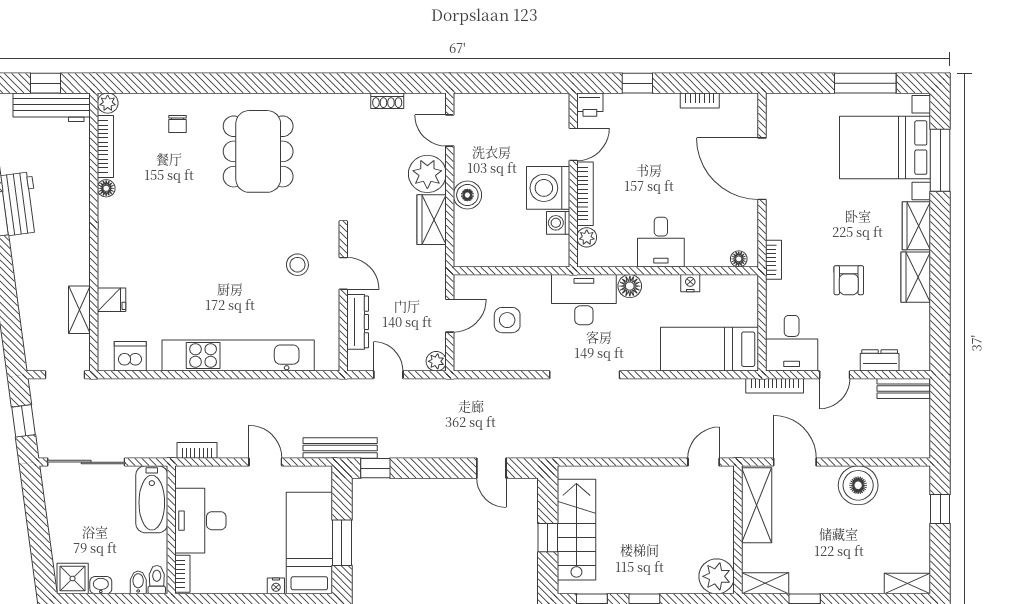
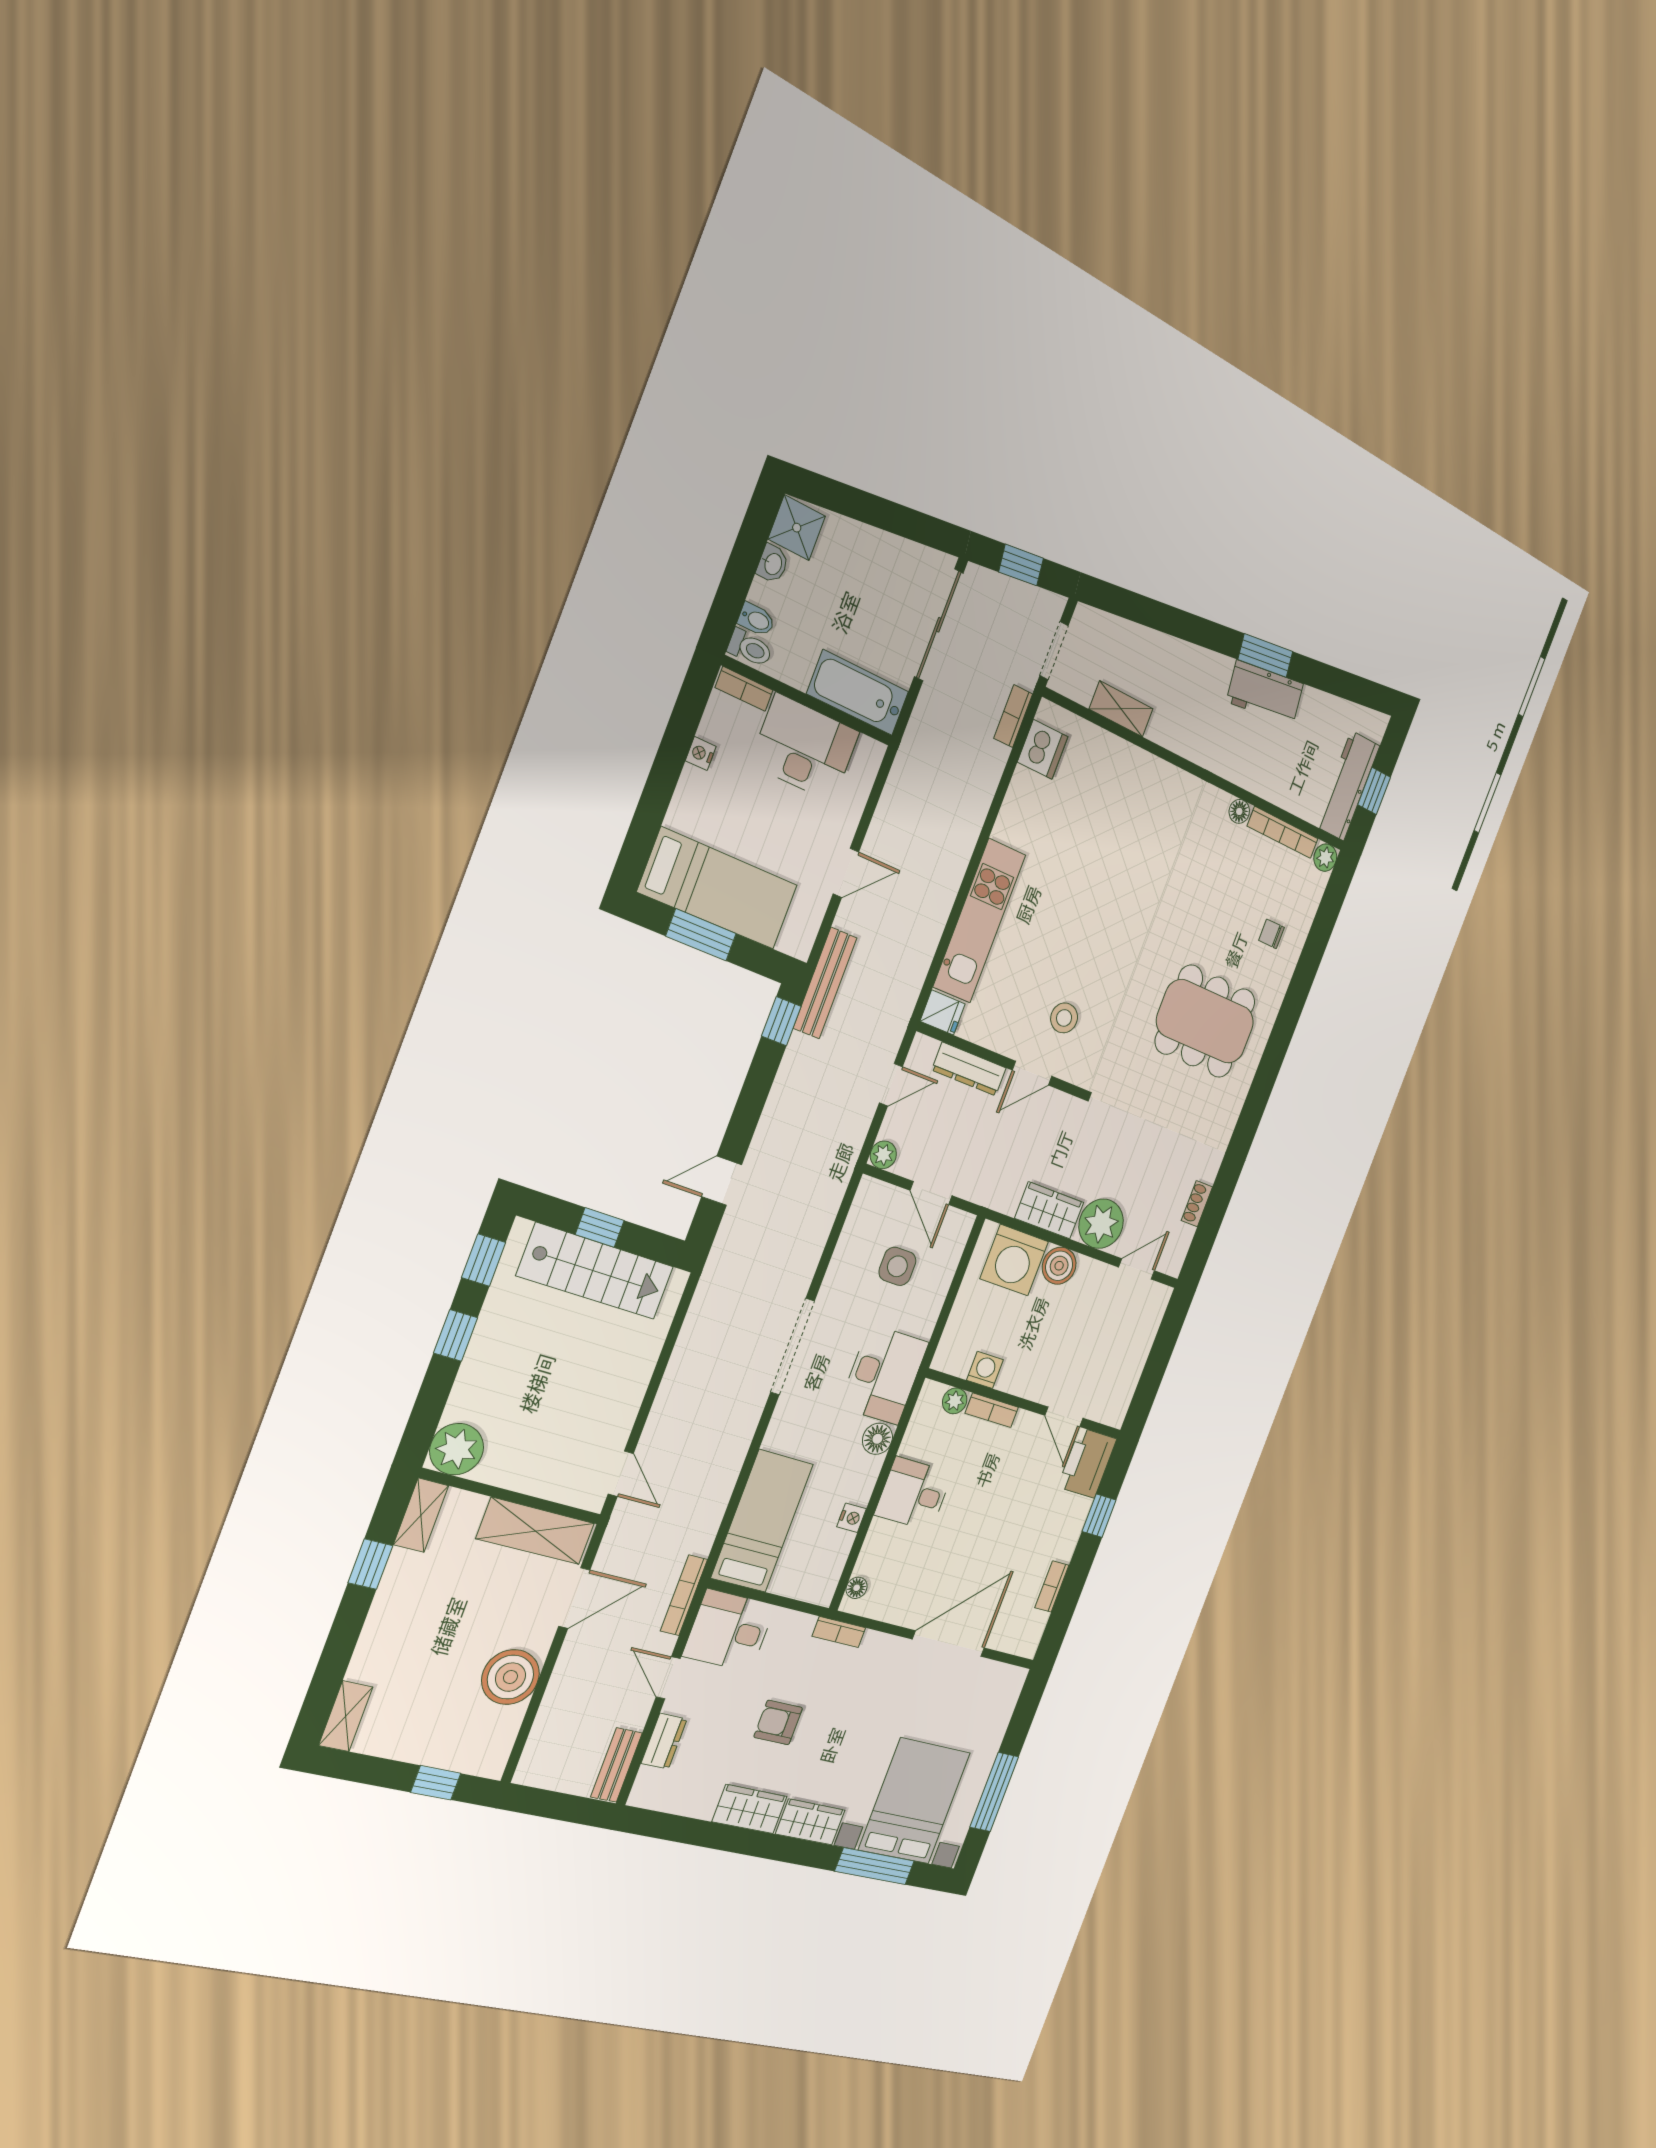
printer: (590, 105) -> (1087, 1463), width x1.87, depth x1.48
washing machine: (548, 188) -> (1014, 1260), moved, turned 180
bookcase: (585, 194) -> (992, 1410), width x0.64
fridge: (111, 300) -> (943, 1013), moved, turned -90
kitchen unit: (238, 356) -> (979, 921), width x0.73
bookcase: (197, 450) -> (1013, 716), moved, turned 180
nightstand: (276, 586) -> (701, 754), moved

